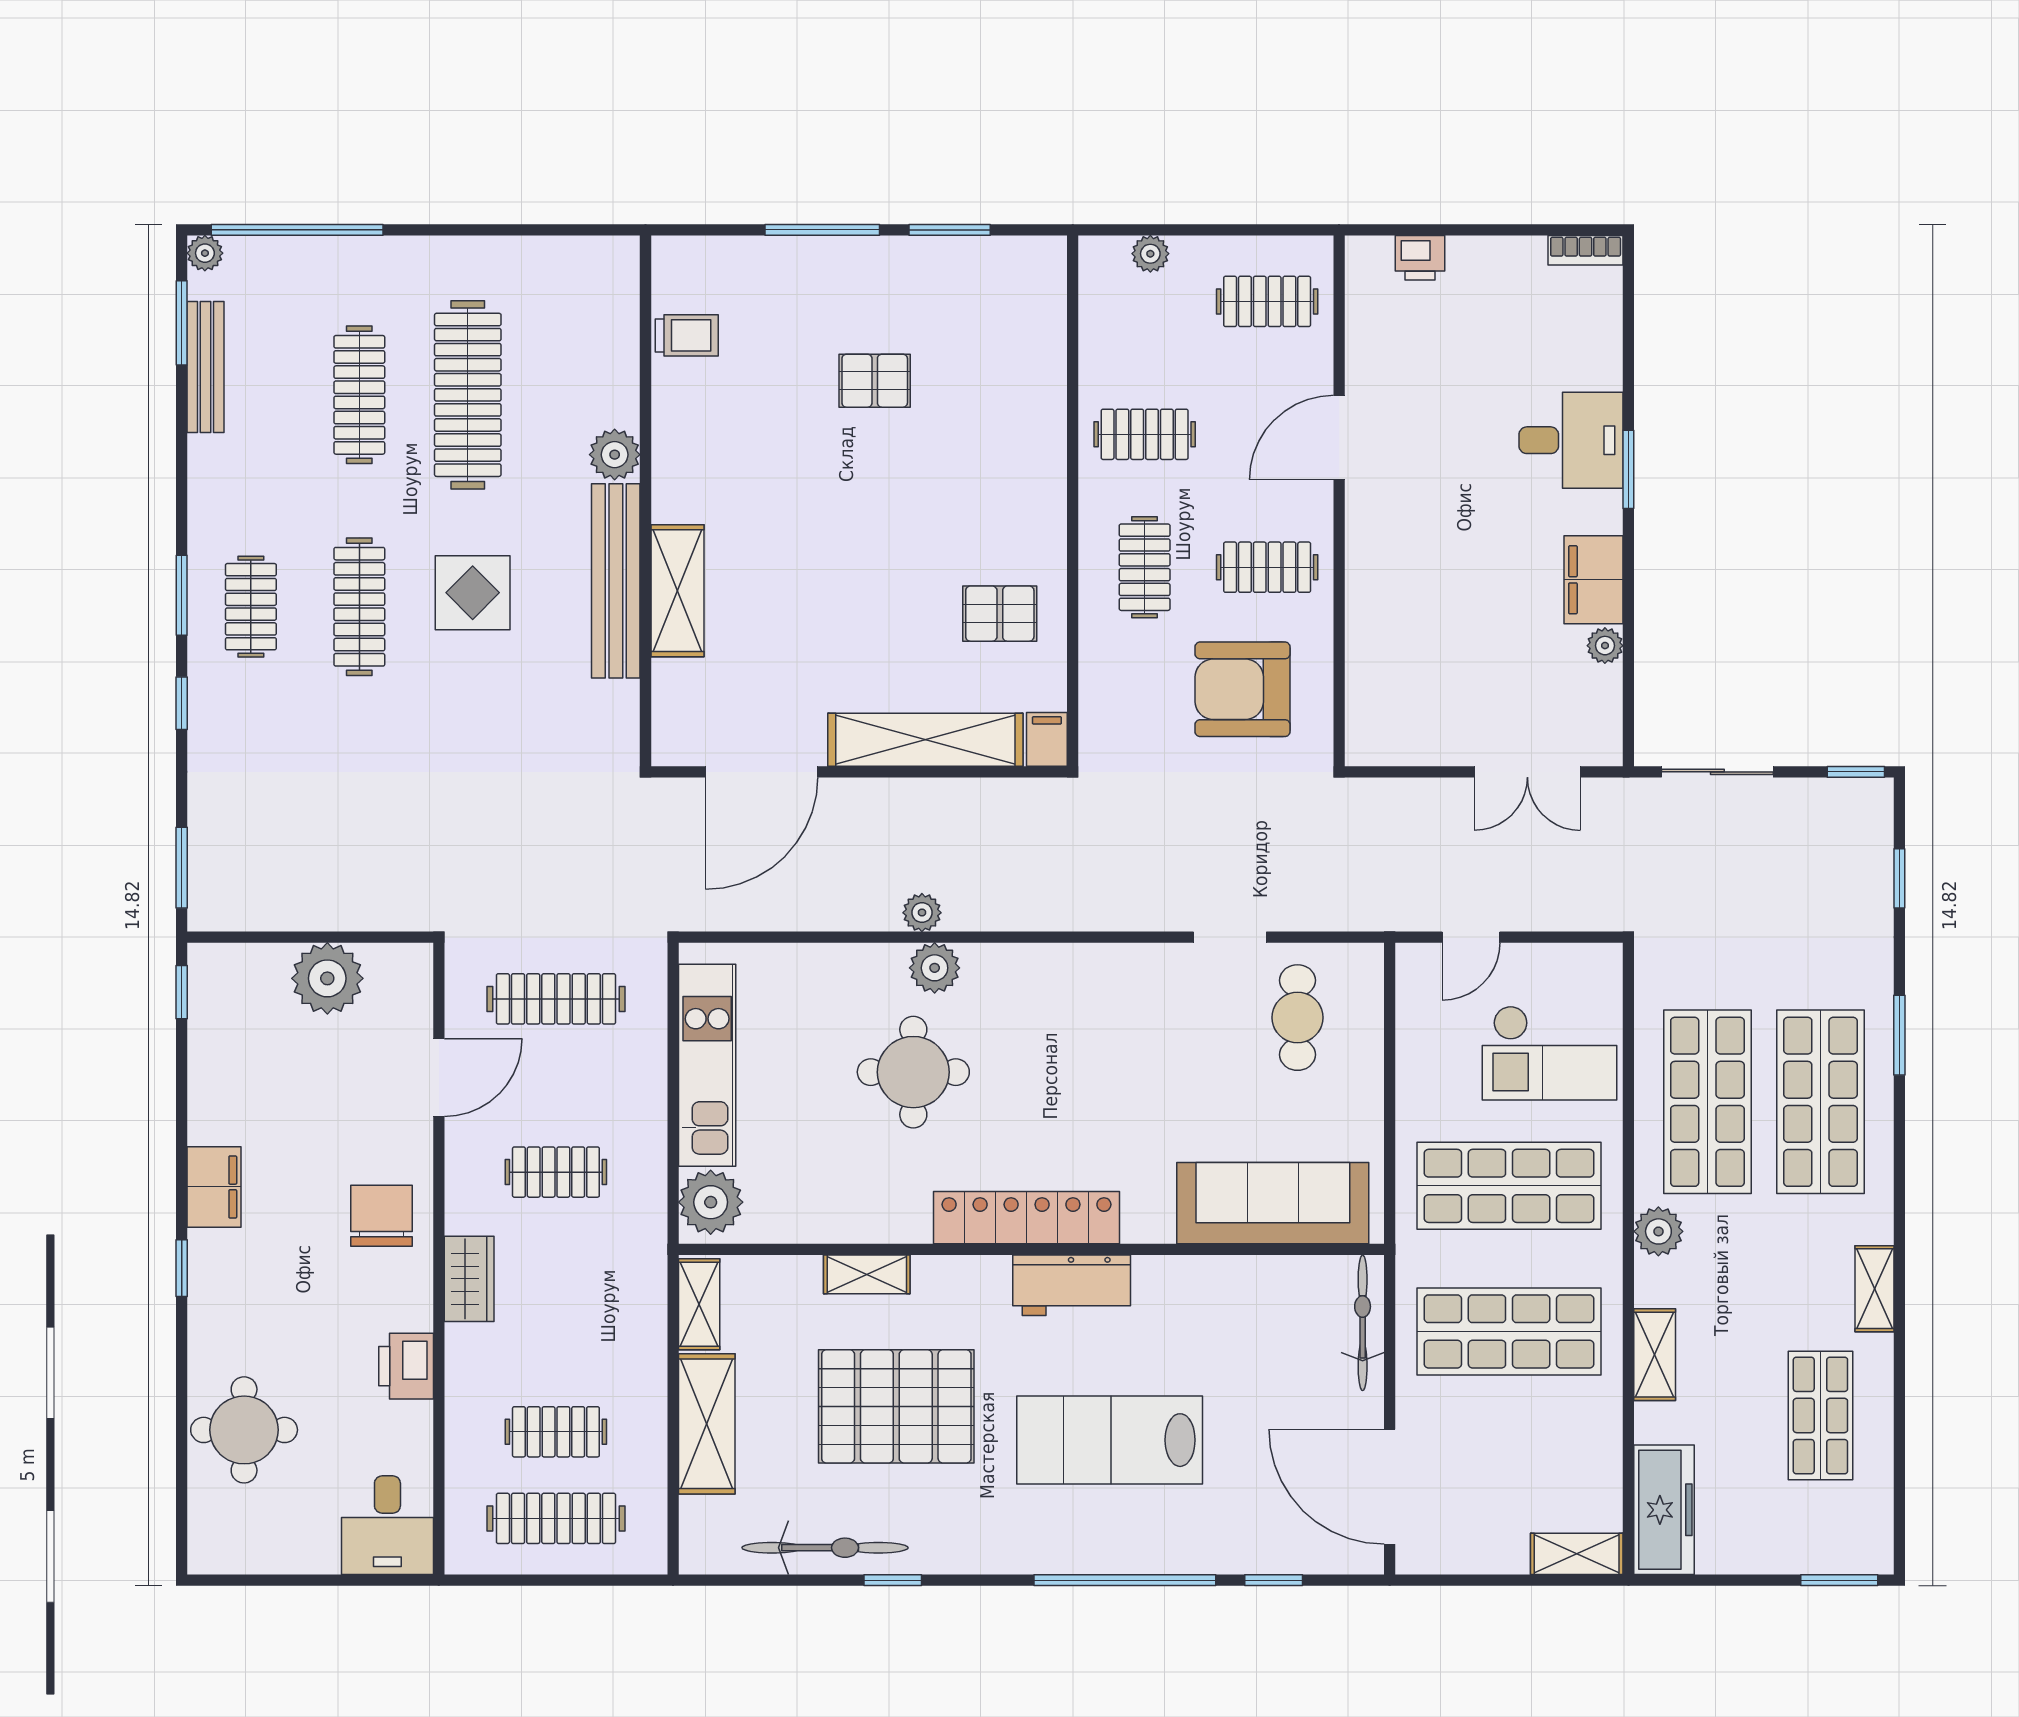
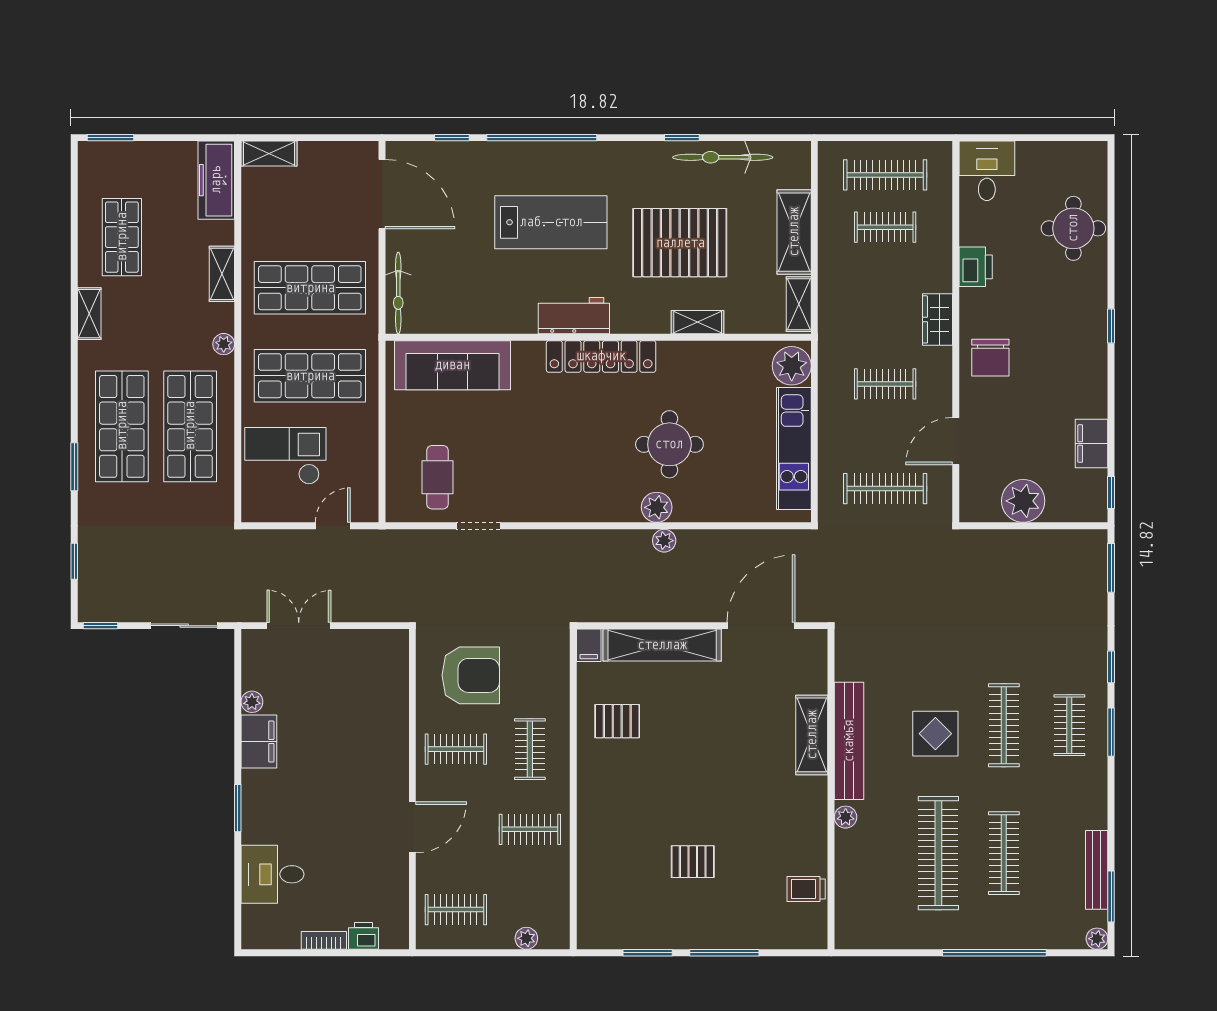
window: (297, 230) -> (994, 953), moved
bookcase: (1586, 250) -> (324, 940), moved
desk: (1571, 440) -> (272, 874), moved
plant: (615, 455) -> (846, 817), width x0.73, depth x0.73
filing cabinet: (214, 1187) -> (1092, 443), moved
plant: (1658, 1231) -> (224, 344), width x0.73, depth x0.73

